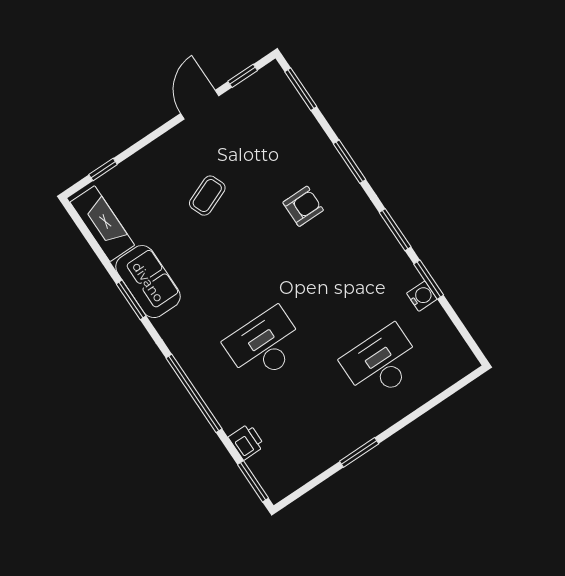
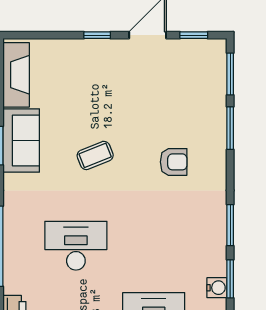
window: (349, 162) -> (230, 128), moved
window: (103, 170) -> (97, 35), moved
coffee table: (207, 196) -> (95, 155), moved

